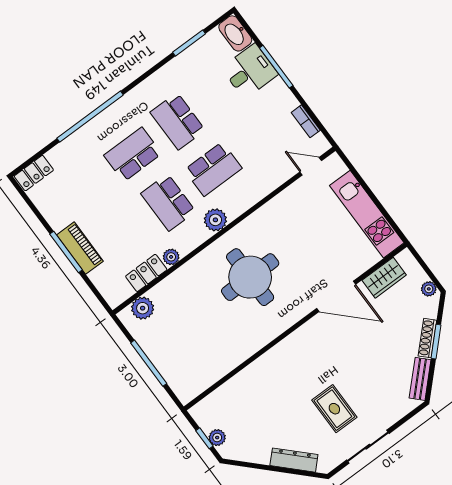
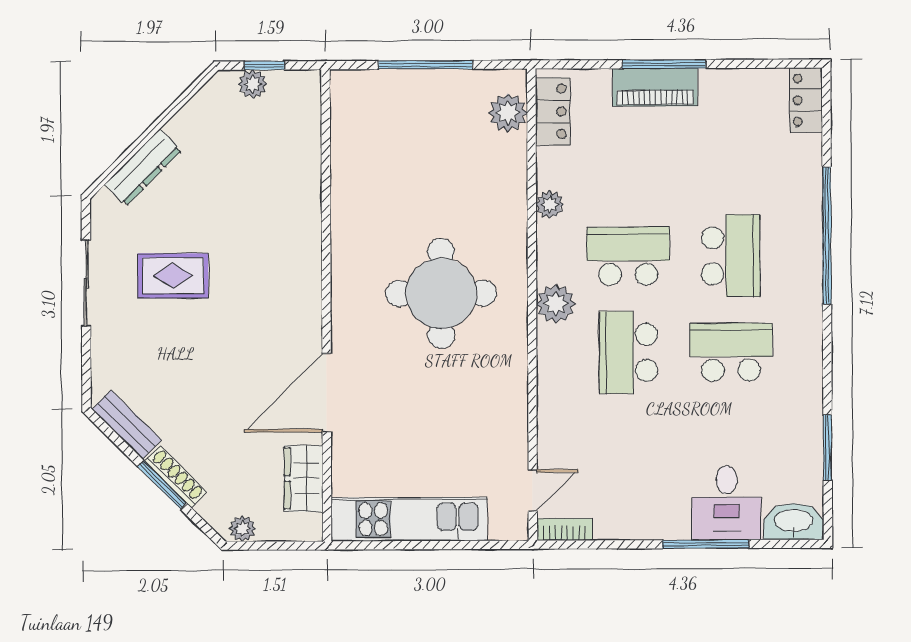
bookcase: (306, 121) -> (565, 529), moved
locker: (146, 273) -> (553, 111), moved

